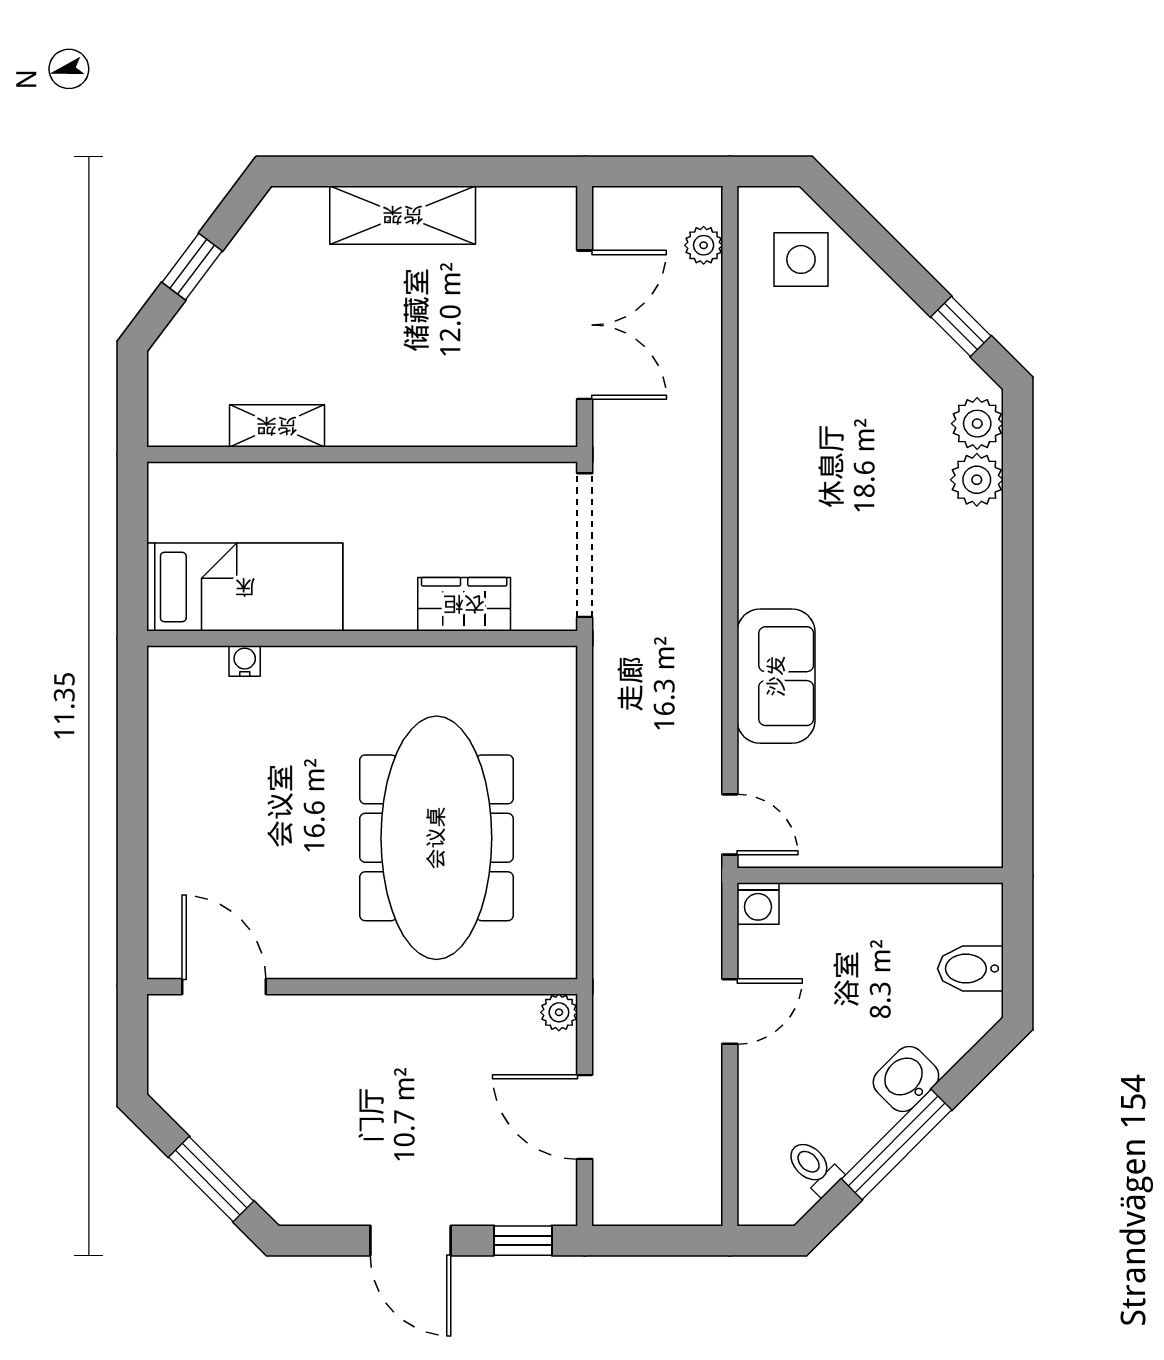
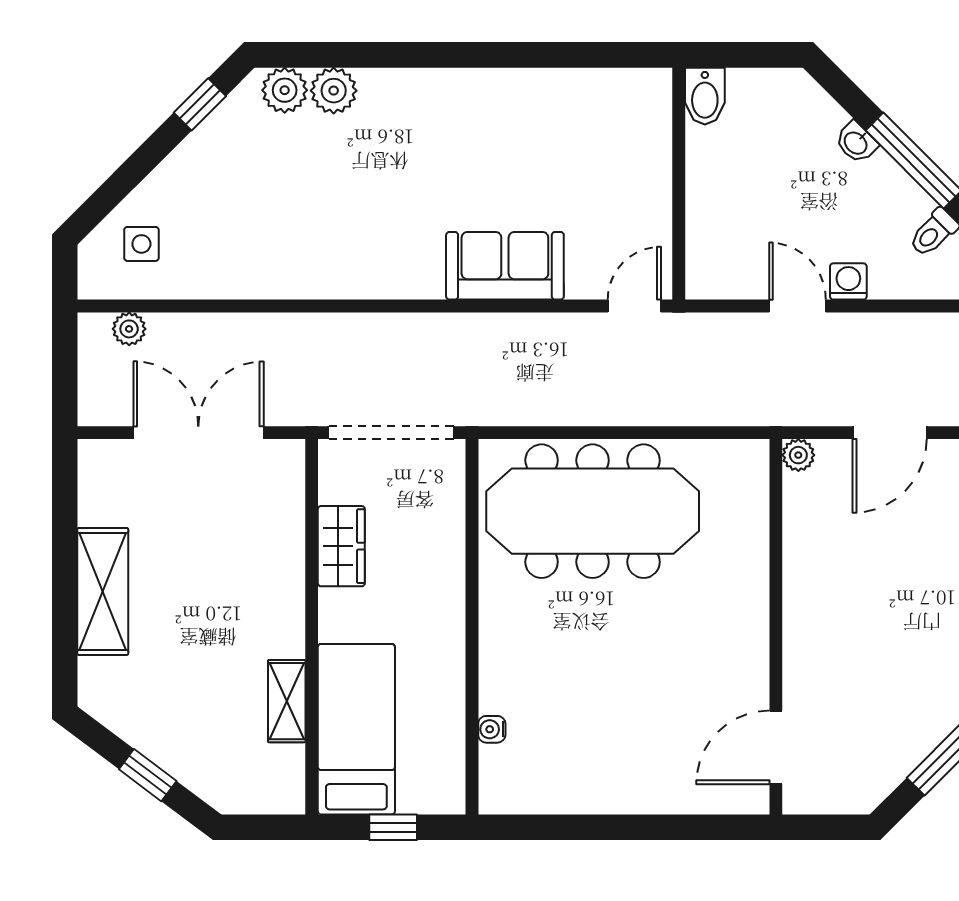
side table: (801, 259) -> (141, 244), width x0.73, depth x0.73
window: (132, 548) -> (393, 827), added
bed: (245, 587) -> (356, 729), moved
wardrobe: (464, 604) -> (341, 546), moved, turned 180
meeting table: (436, 838) -> (593, 511), moved
washing machine: (758, 904) -> (848, 281), moved, turned -90
bidet: (970, 969) -> (705, 96), moved
washbasin: (906, 1079) -> (856, 142), width x0.72, depth x0.69

